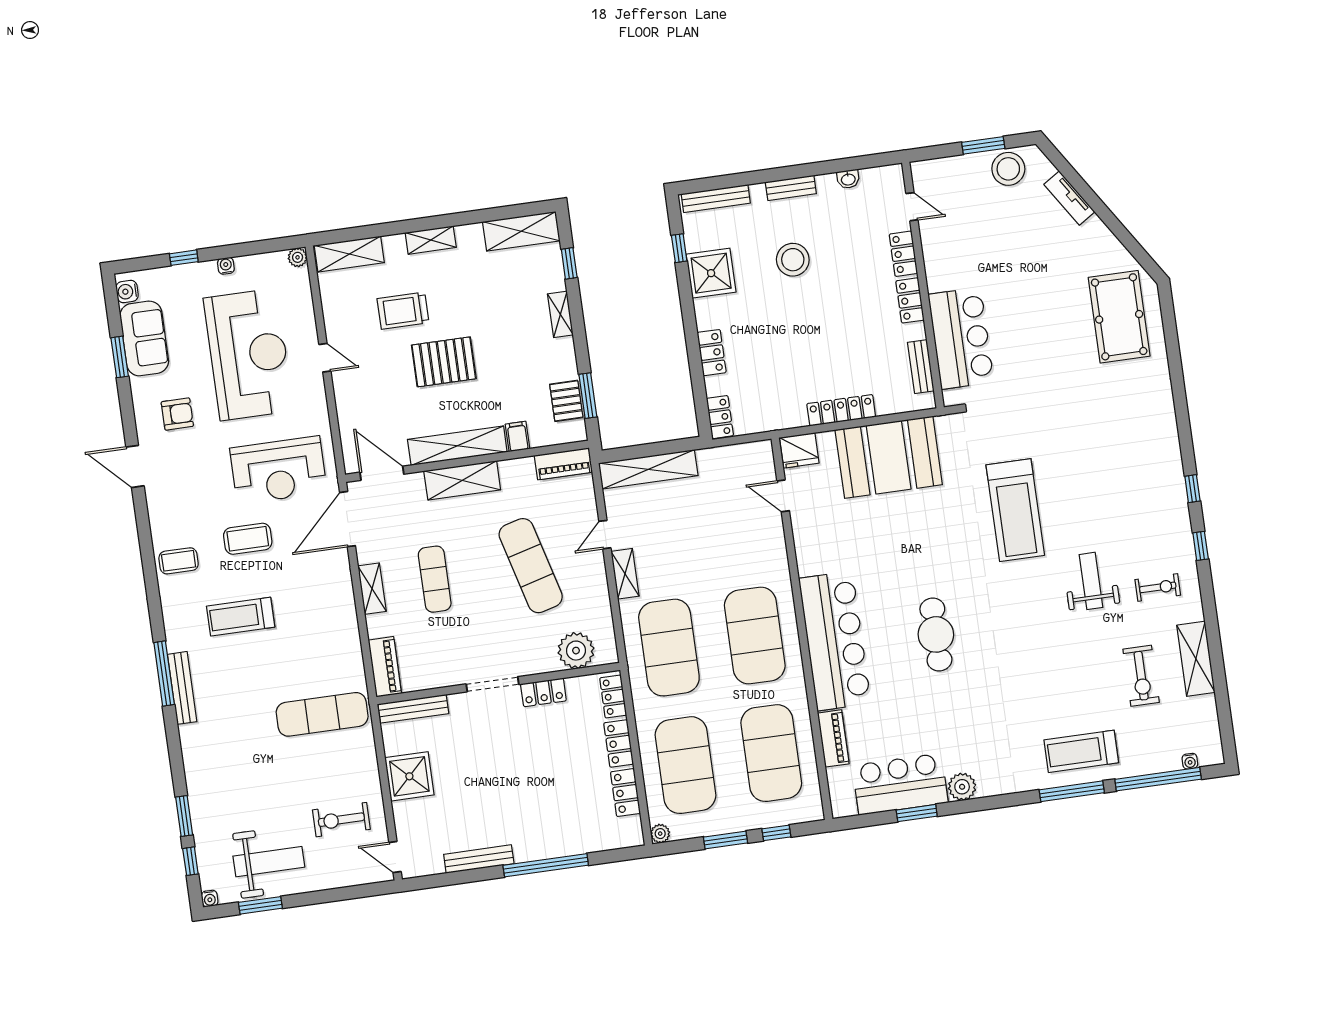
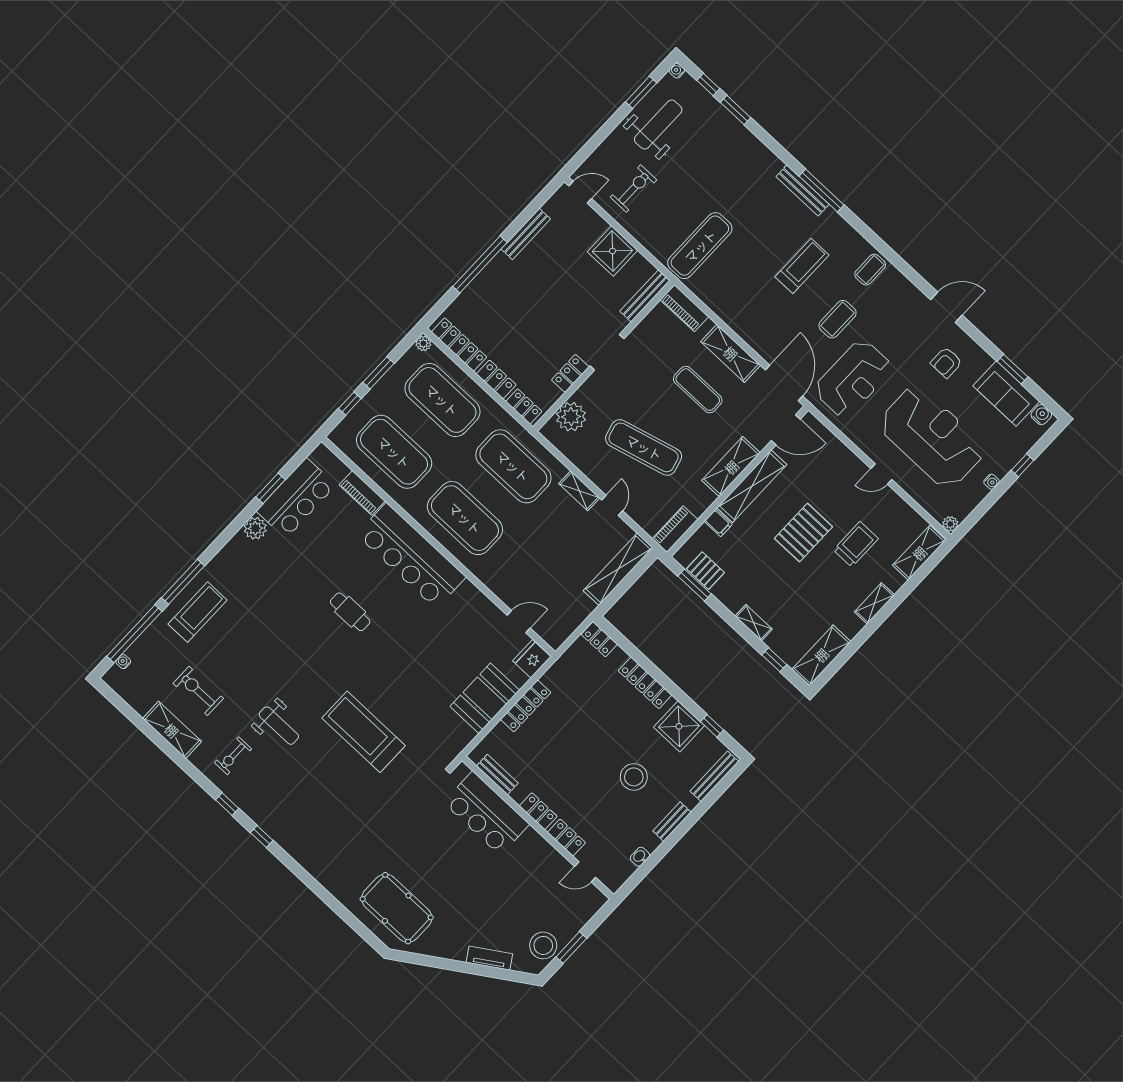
locker: (712, 353) -> (645, 683), width x1.53
reception desk: (248, 354) -> (932, 437), turned 180
booth: (889, 457) -> (485, 698), width x0.73, depth x0.70
reception desk: (278, 470) -> (853, 379), turned 180
shelving: (372, 589) -> (731, 353), width x1.50, depth x1.33
cafe table: (936, 634) -> (350, 612), width x0.73, depth x0.74
locker: (625, 793) -> (459, 345), width x1.53
weight bench: (269, 862) -> (658, 125), turned 180

